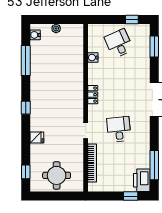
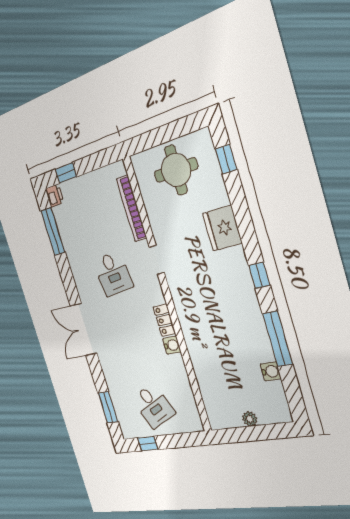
water cooler: (35, 35) -> (271, 371), moved
water cooler: (93, 57) -> (172, 345), moved
window: (26, 61) -> (278, 339), moved
fridge: (37, 138) -> (222, 228), width x1.88, depth x1.34
printer: (142, 180) -> (54, 196), width x0.53, depth x0.68

